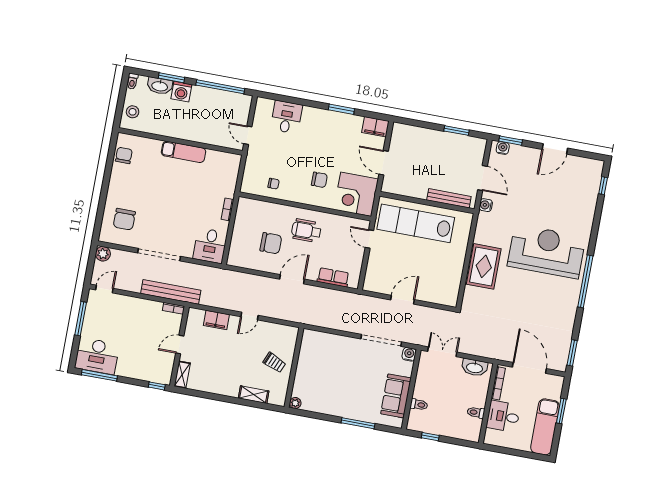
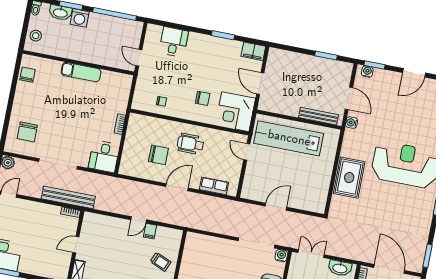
filing cabinet: (216, 320) -> (150, 231), moved, width x0.50

